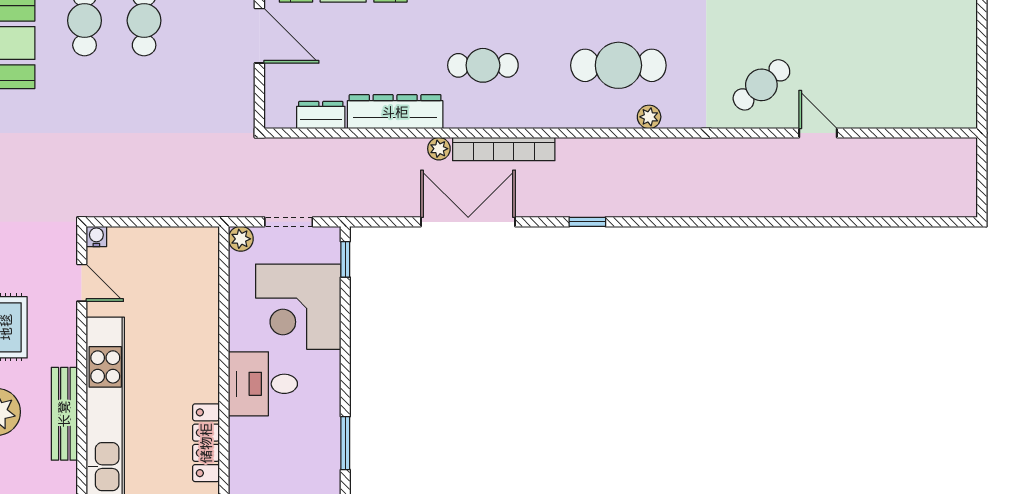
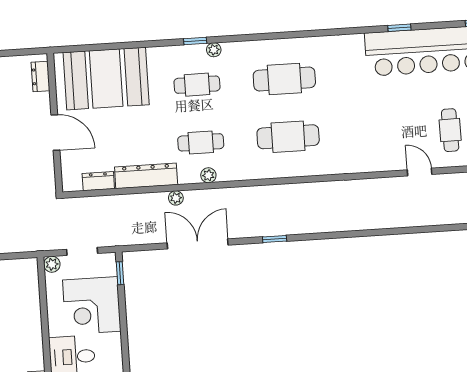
cafe table: (761, 85) -> (450, 130), moved, turned -52
plant: (649, 117) -> (208, 175), moved
bookcase: (504, 149) -> (218, 196), removed

